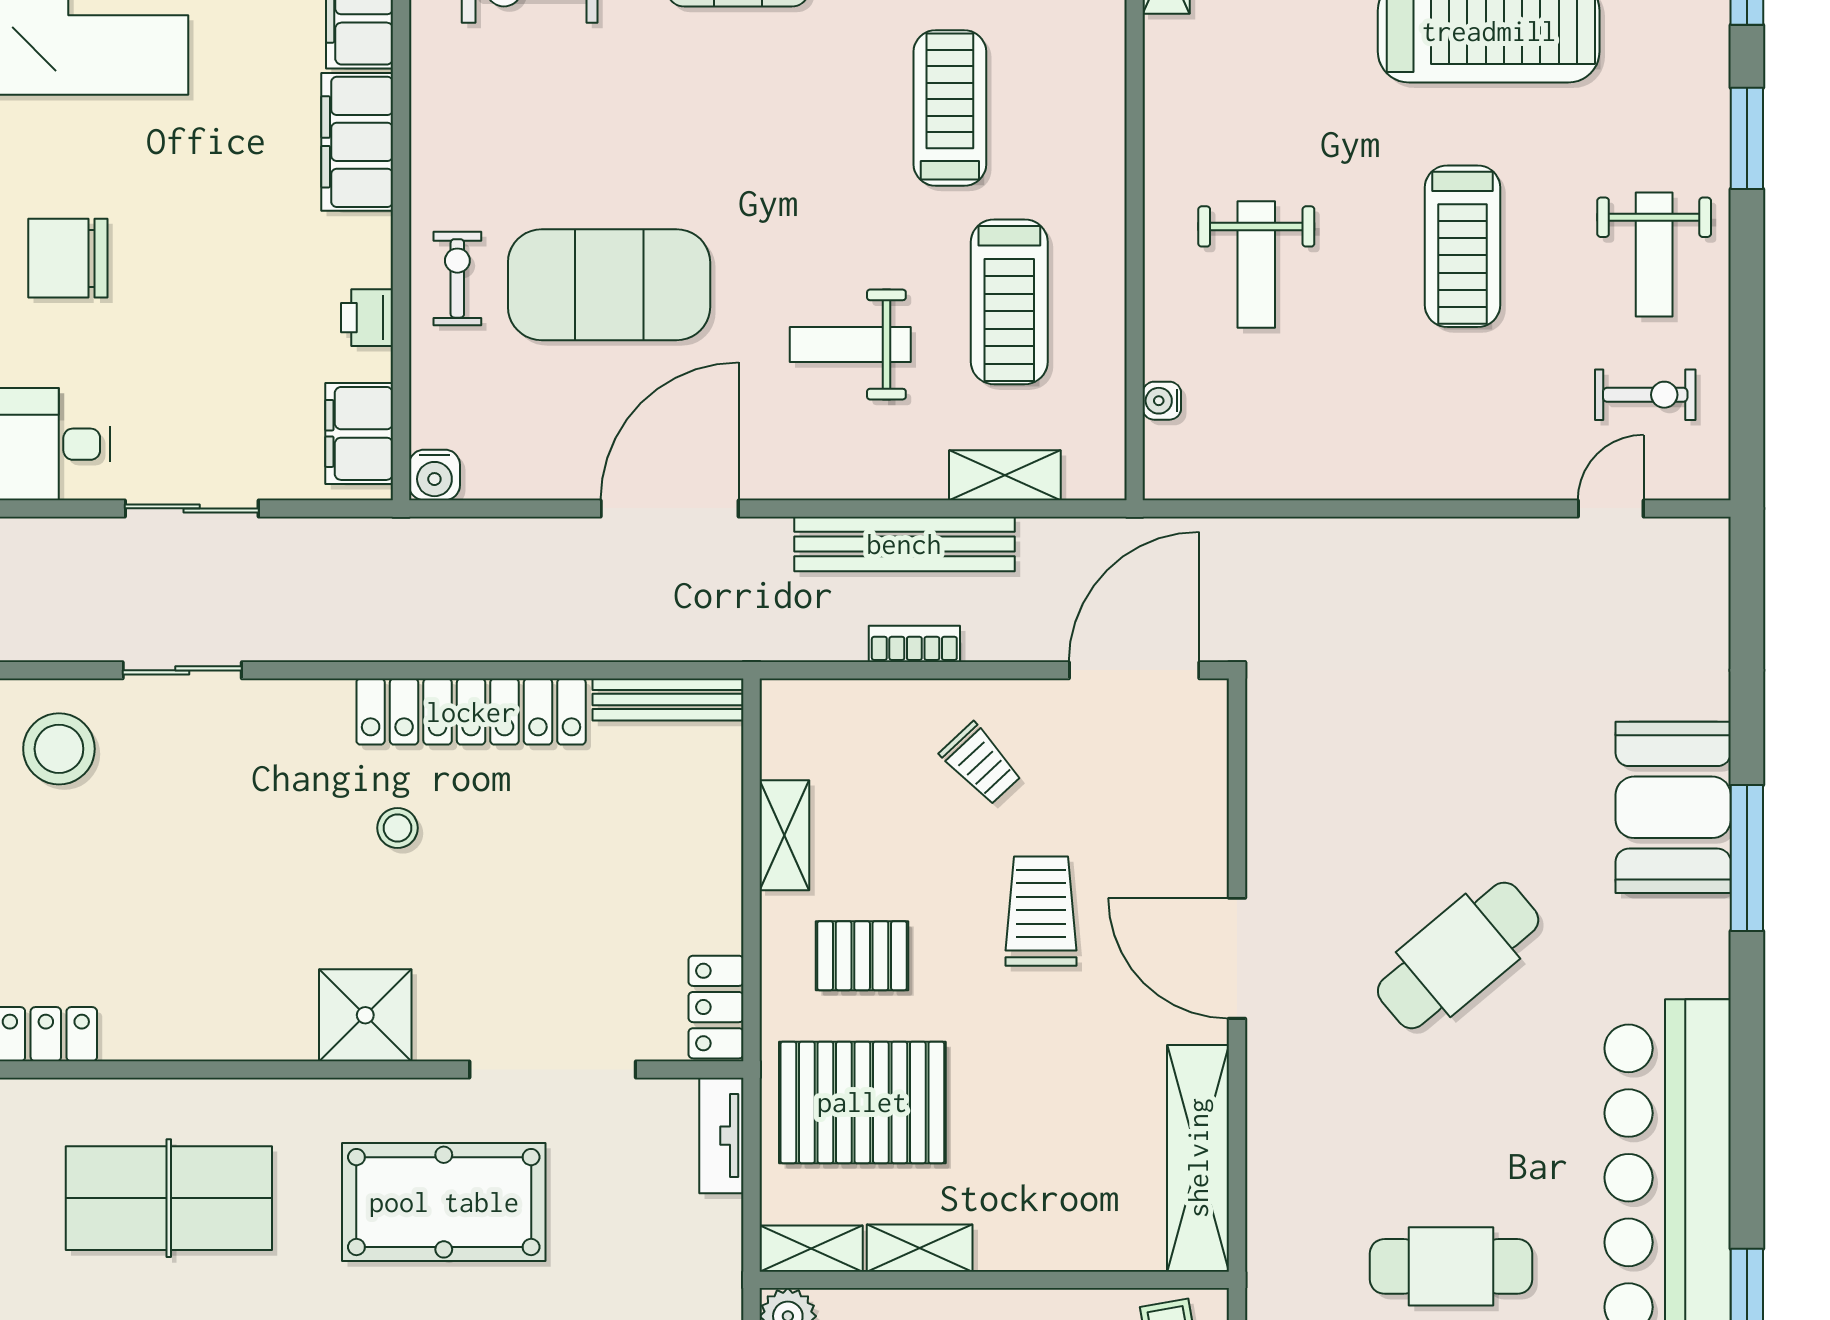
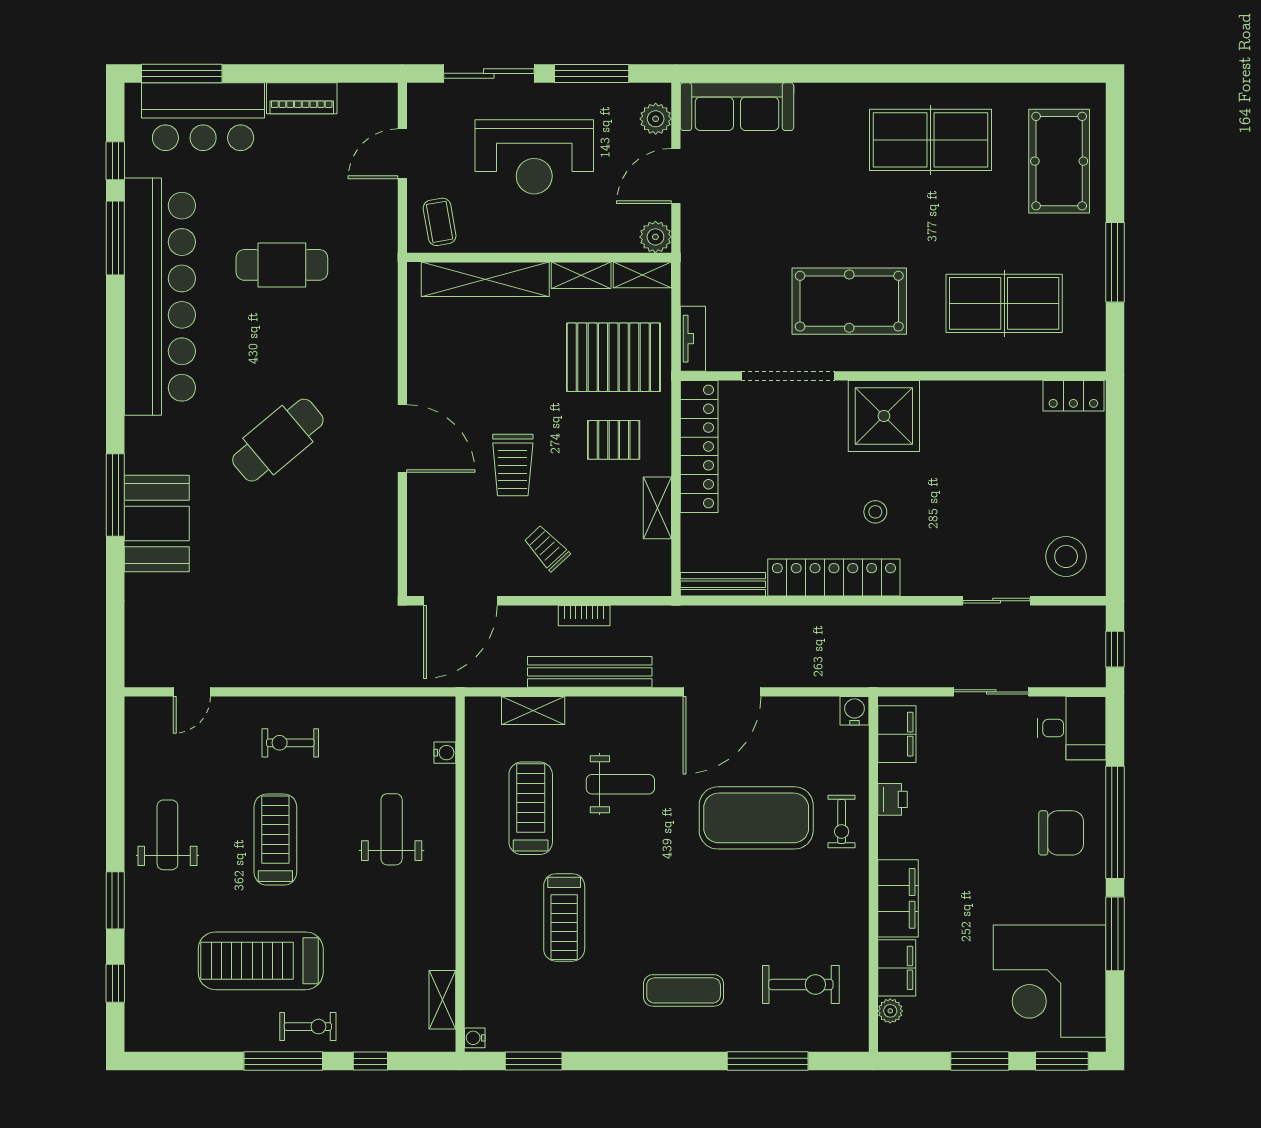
exercise bike: (1645, 395) -> (290, 743), moved
locker: (716, 1007) -> (699, 446), width x2.16, depth x1.21
shower: (365, 1015) -> (884, 416), width x1.37, depth x1.37
shelving: (1198, 1158) -> (485, 279), moved, turned 90

